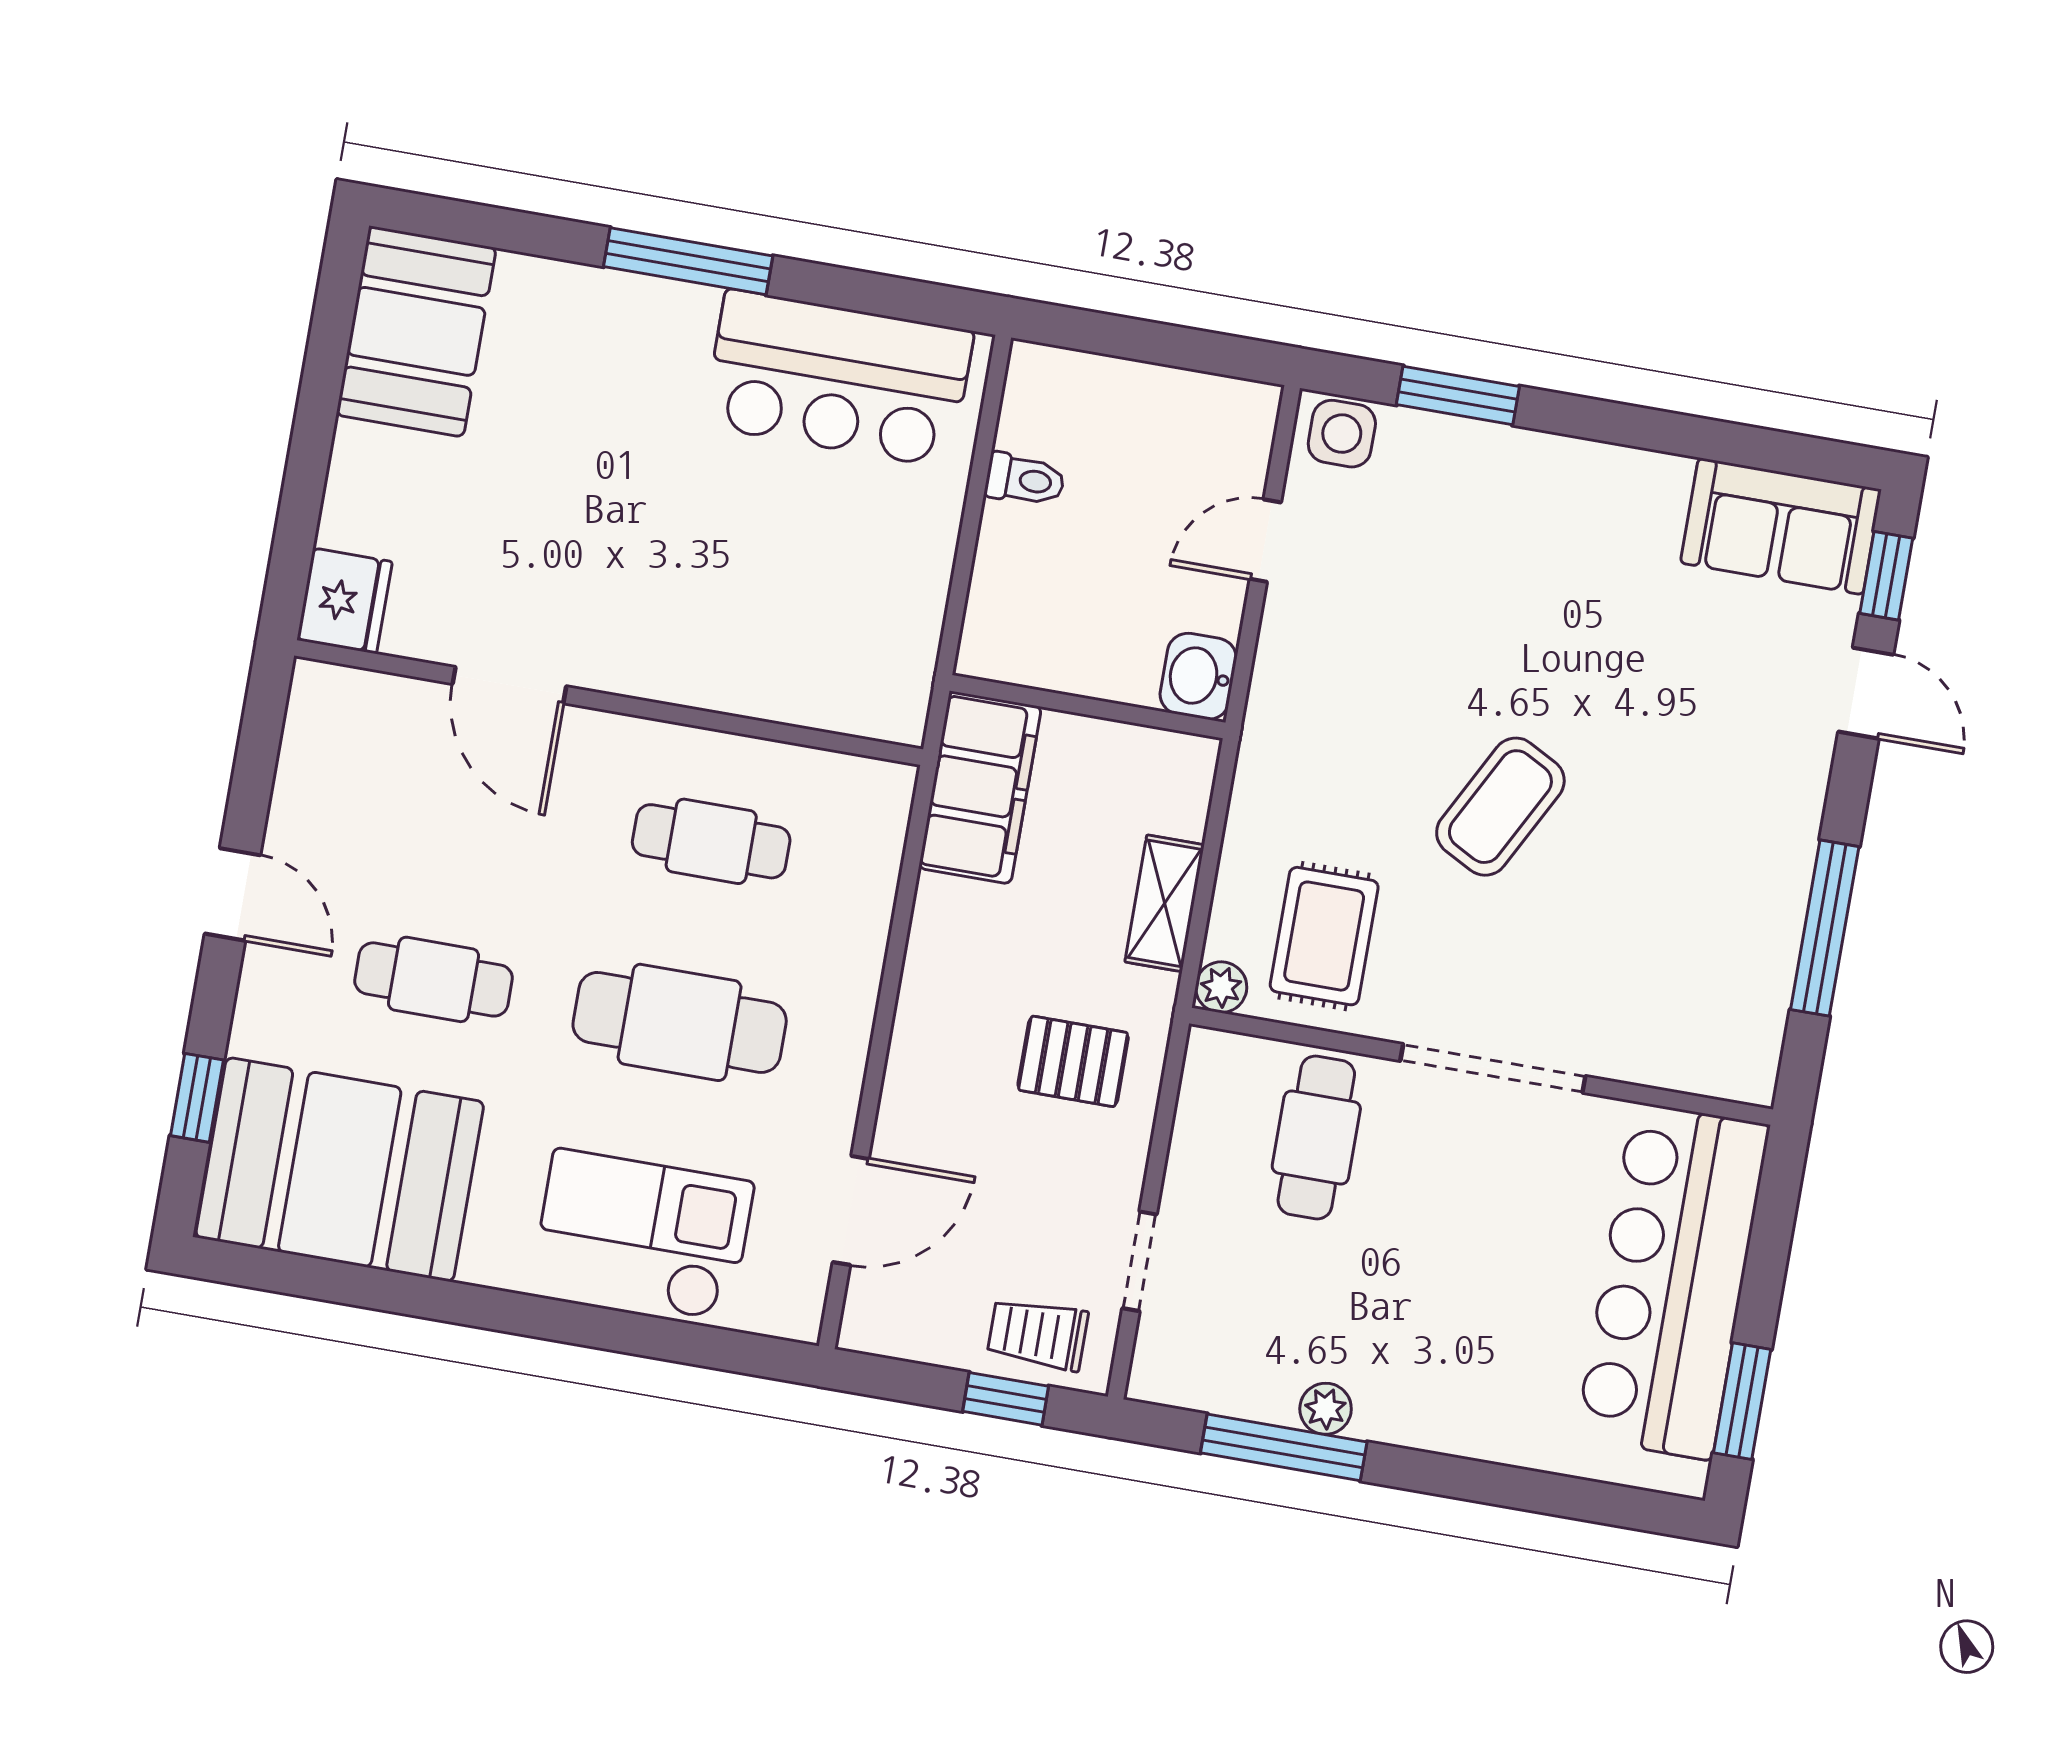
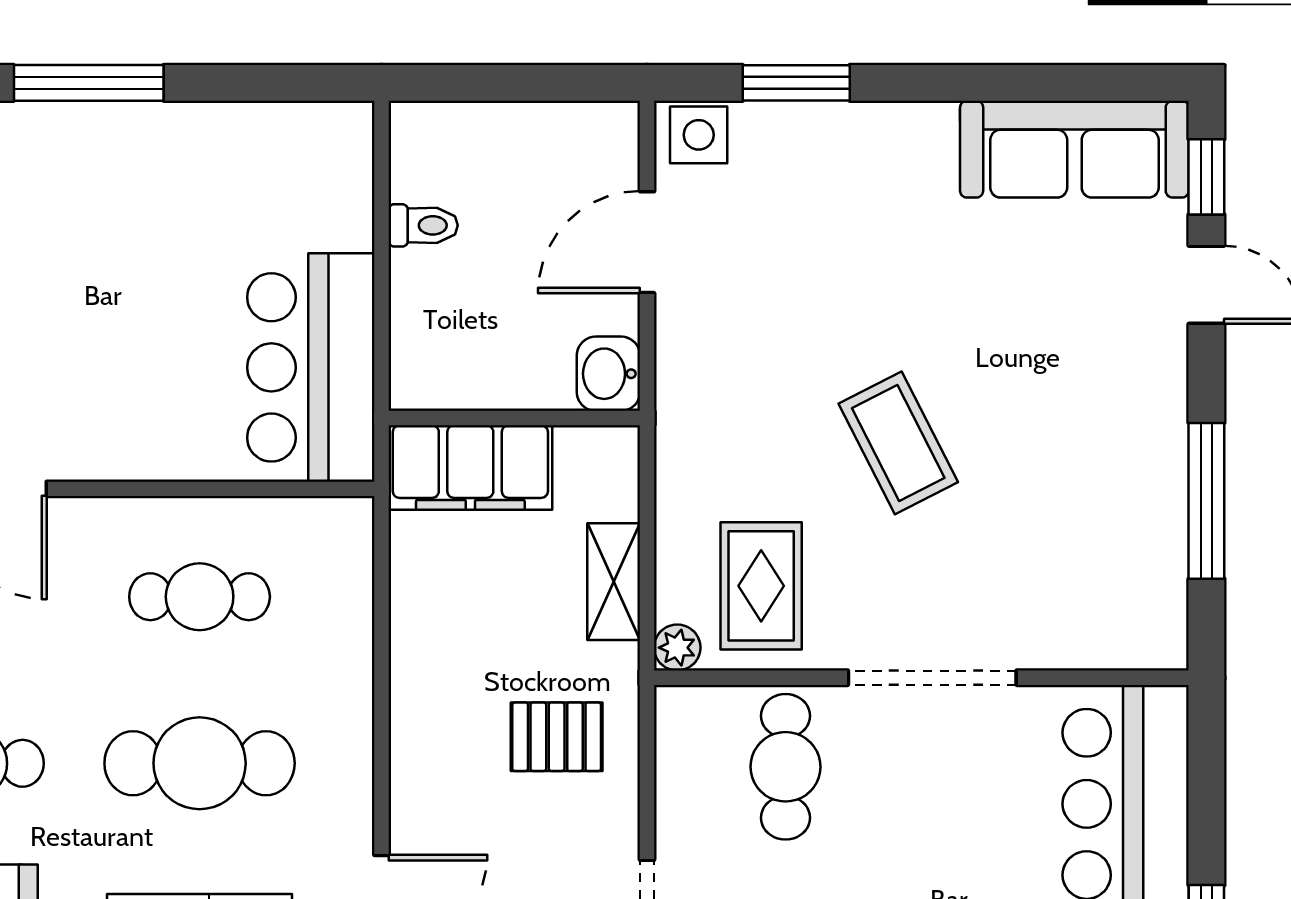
bar counter: (838, 379) -> (311, 367), moved, turned 90
sofa: (1781, 526) -> (1074, 149), width x1.36
door: (1265, 541) -> (647, 242), width x1.38
filing cabinet: (980, 787) -> (470, 468), moved, turned 90
coffee table: (1500, 807) -> (898, 443), turned -55

